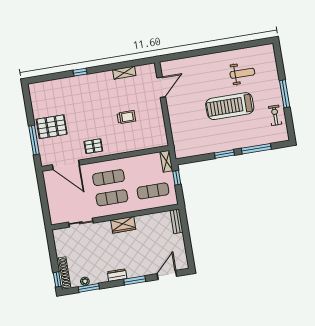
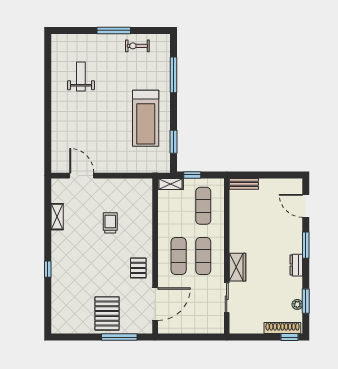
treadmill: (230, 106) -> (146, 118), moved
window: (224, 154) -> (173, 142), moved
wardrobe: (123, 225) -> (238, 267), moved

